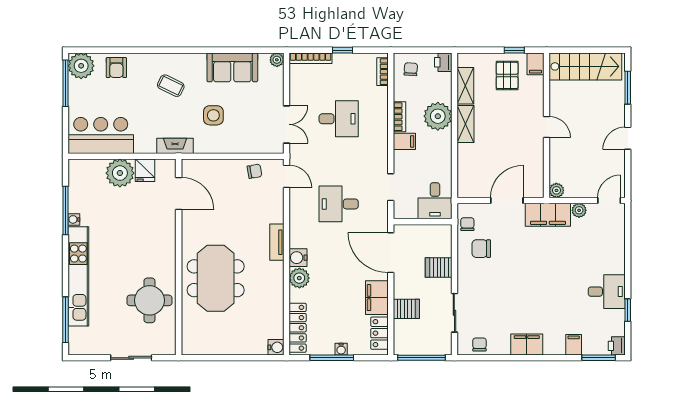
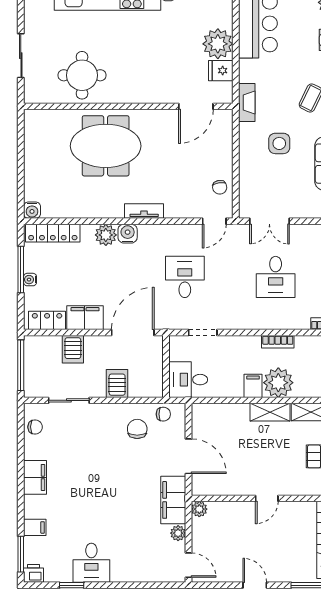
filing cabinet: (404, 141) -> (253, 386), moved, turned 180

